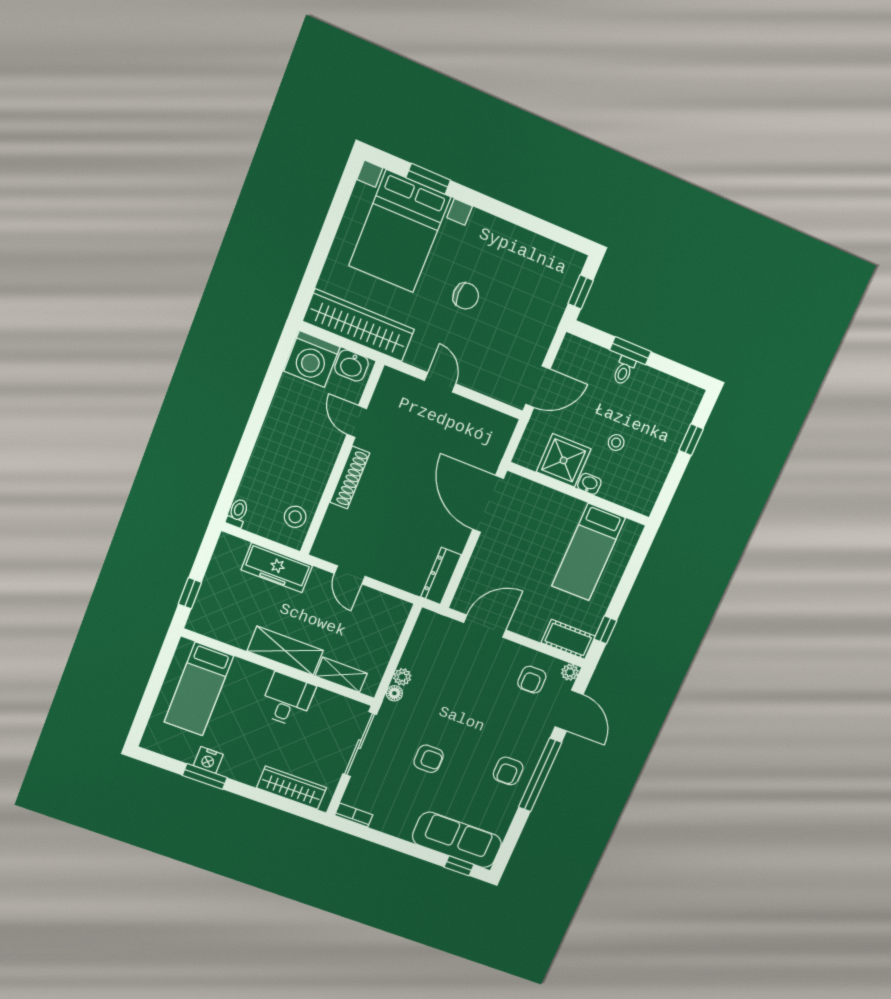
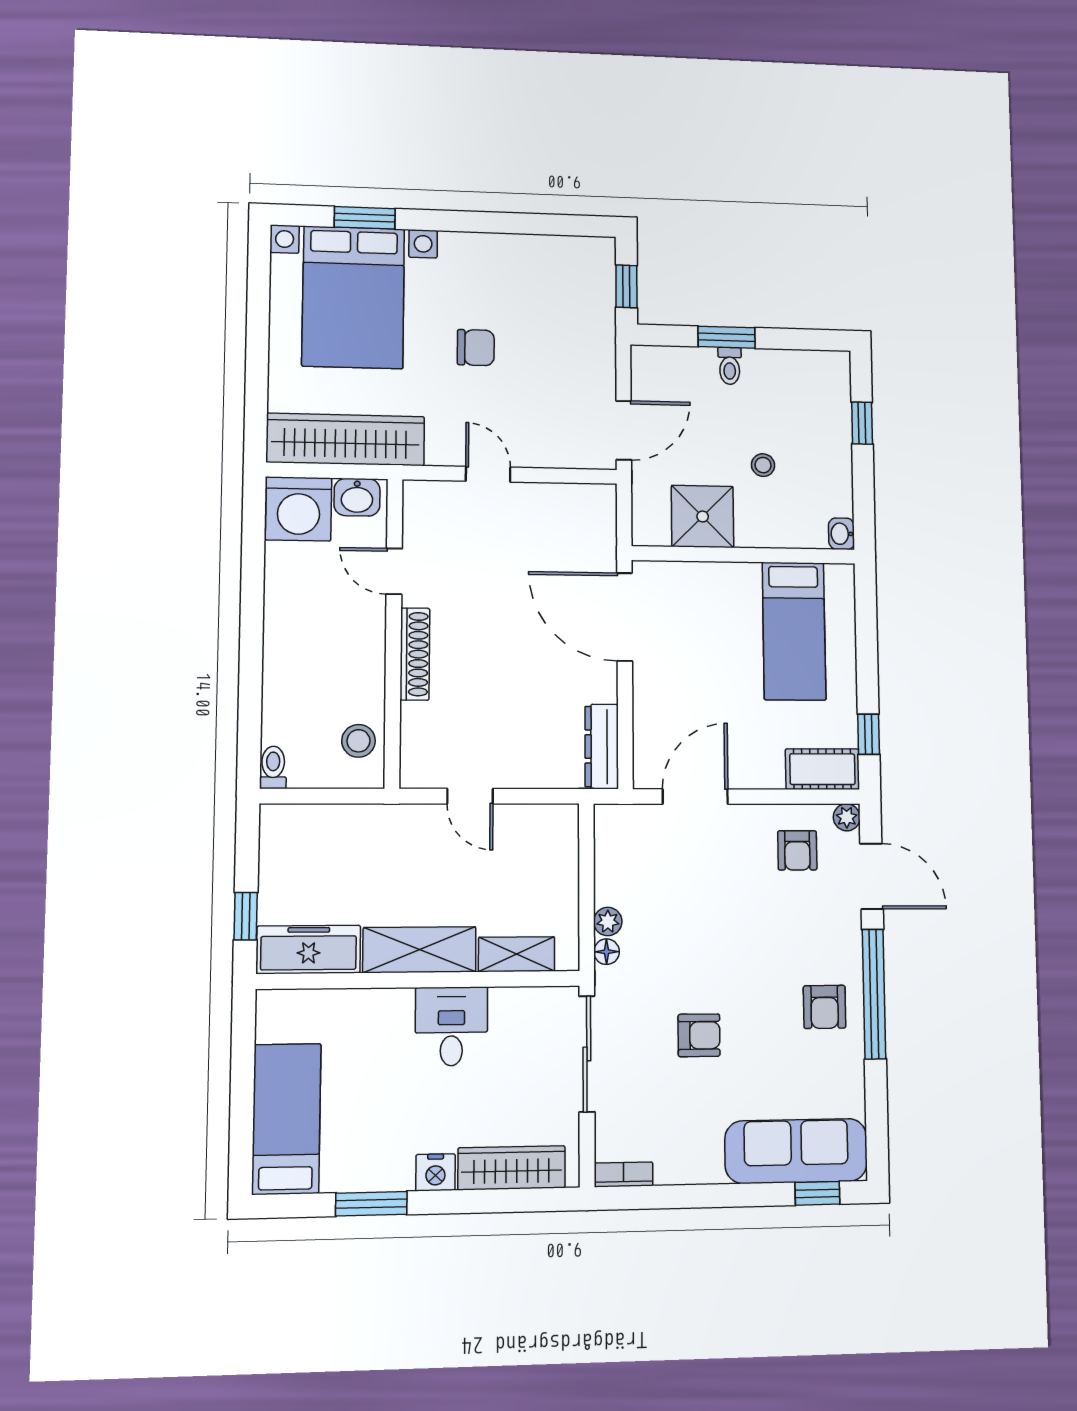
washbasin: (589, 484) -> (842, 534), moved, turned -90
freezer: (277, 568) -> (309, 950), moved, turned 180
bed: (199, 689) -> (286, 1119), moved, turned 180
nightstand: (208, 760) -> (435, 1172), moved

